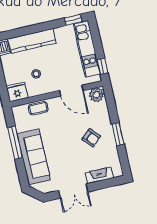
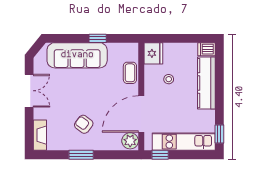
door: (71, 91) -> (141, 114), width x1.36
armchair: (91, 138) -> (84, 124), turned 79
window: (15, 143) -> (98, 38), width x0.46
fireplace: (99, 175) -> (40, 135), moved
double door: (73, 191) -> (29, 91), swing flipped

